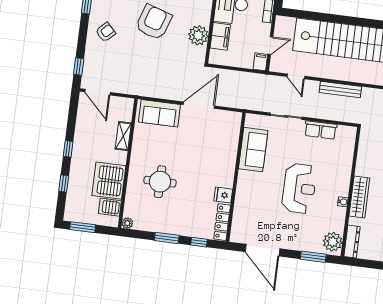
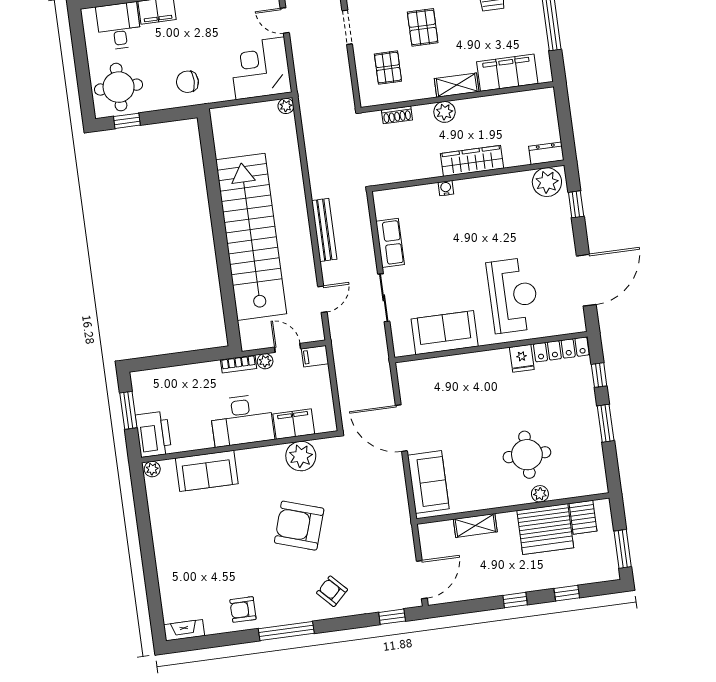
plant: (266, 29) -> (265, 361), added
reception desk: (299, 188) -> (513, 295), moved, turned 90
water cooler: (343, 202) -> (446, 188), moved
plant: (127, 223) -> (540, 494), moved
dresser: (352, 242) -> (546, 153), width x0.70
window: (313, 257) -> (576, 204), width x0.67

